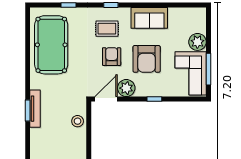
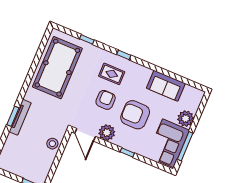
sofa: (149, 18) -> (166, 86), moved
armchair: (147, 59) -> (135, 115), turned 90
door: (106, 99) -> (85, 135), swing flipped

